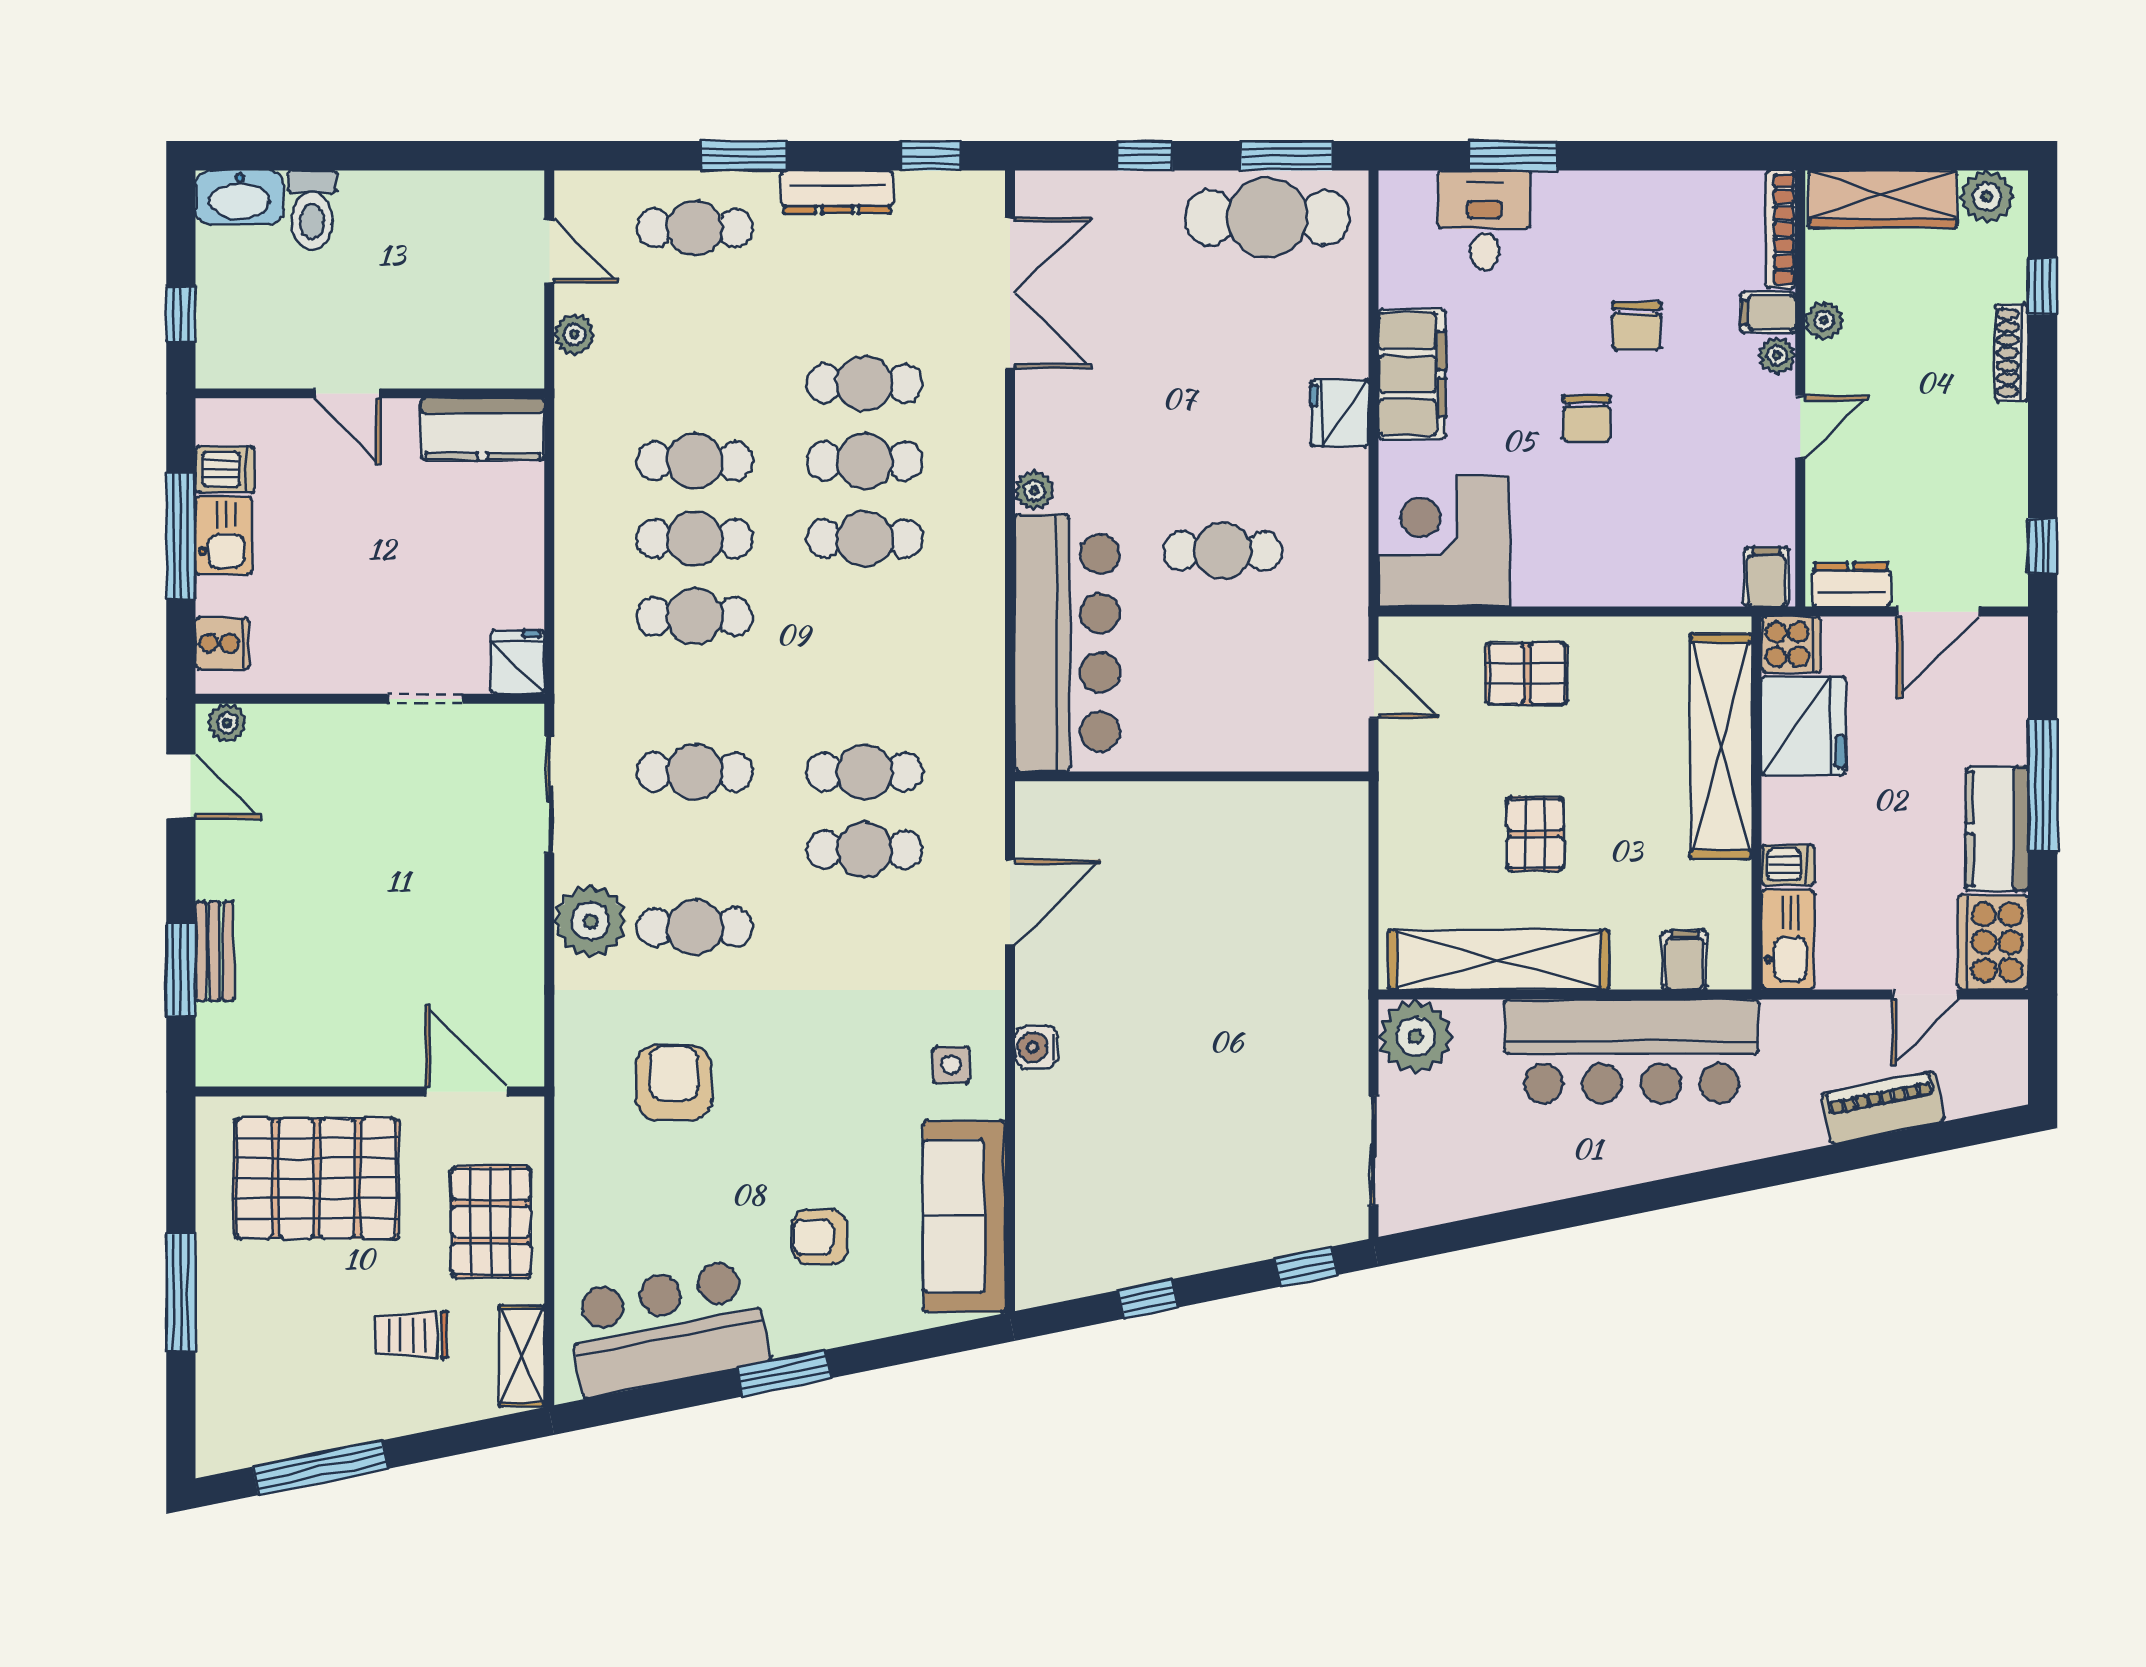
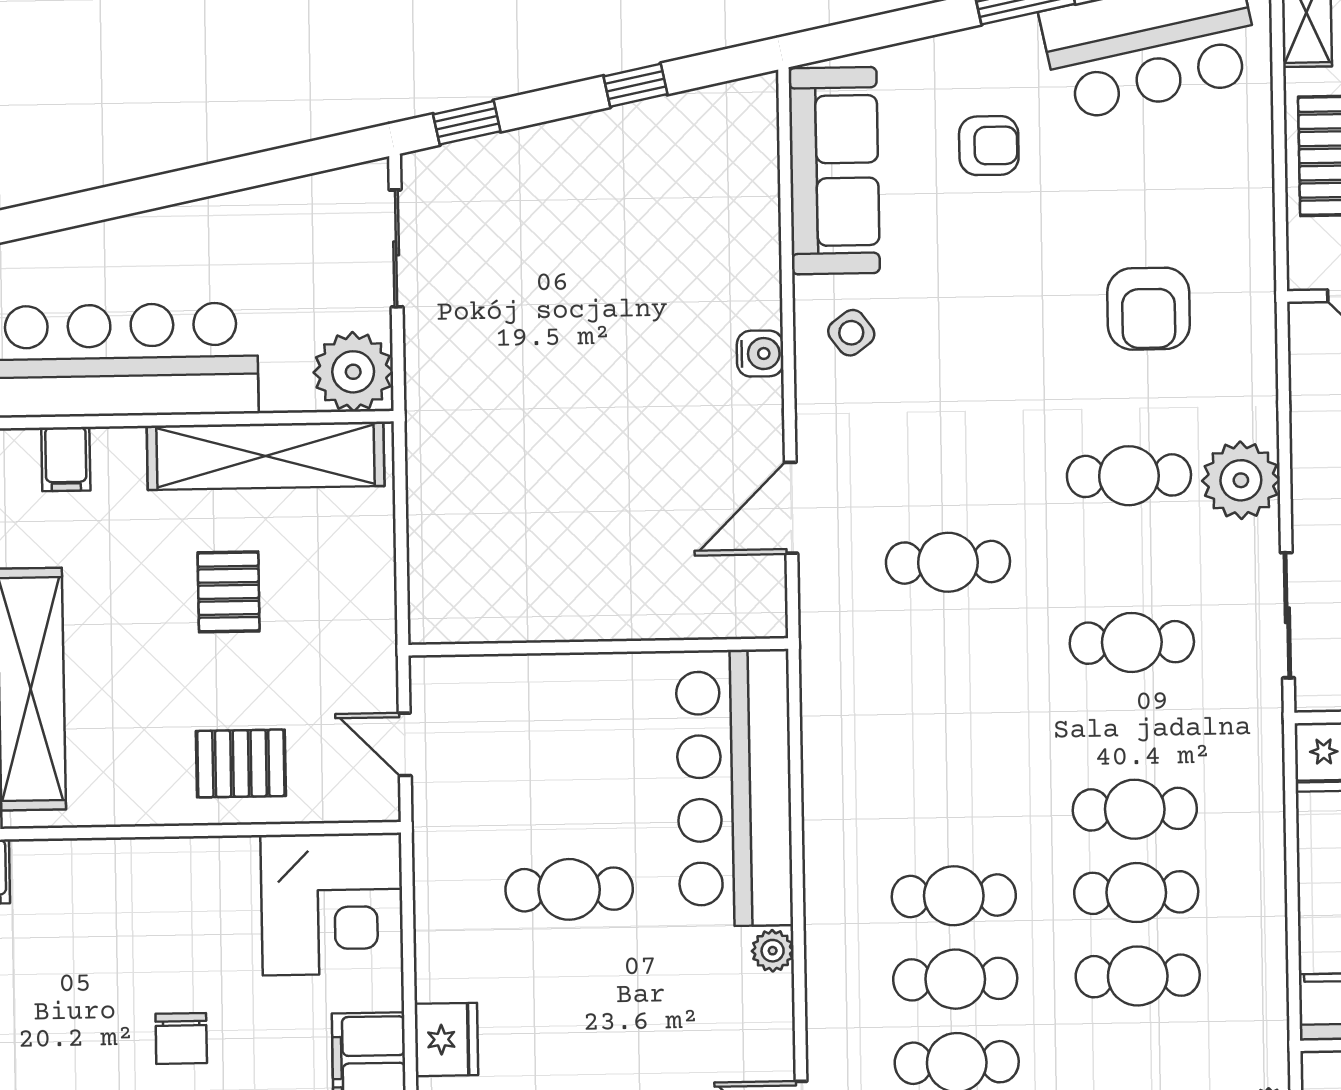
chair: (1587, 418) -> (181, 1038), turned 180
cafe table: (865, 772) -> (949, 646), removed
side table: (951, 1065) -> (851, 333), turned -37

